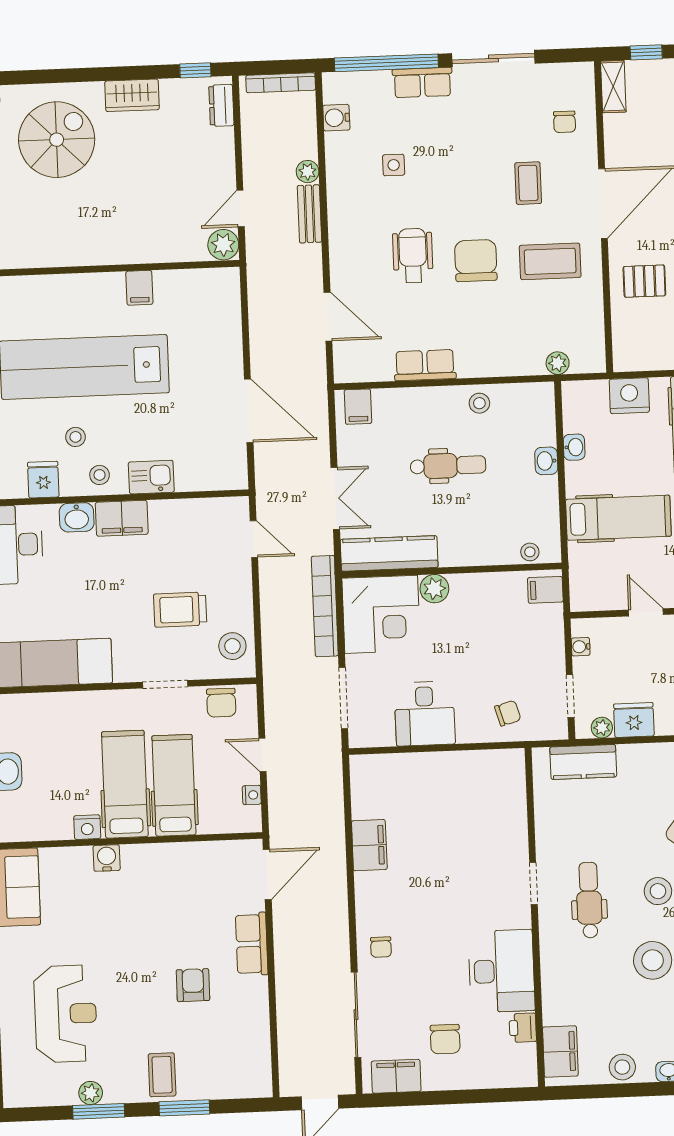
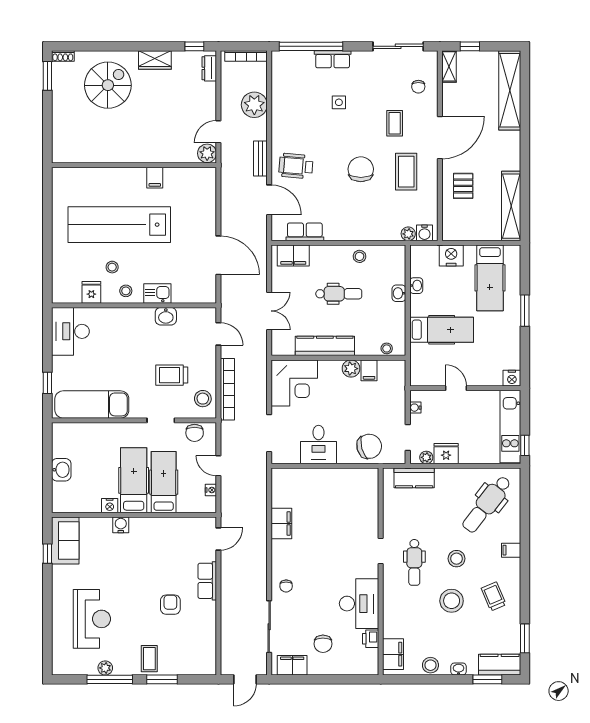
sliding door: (493, 58) -> (398, 46), moved
water cooler: (336, 118) -> (424, 233), moved, turned -90
side table: (394, 165) -> (339, 102), moved
plant: (308, 172) -> (254, 105), width x1.88, depth x1.88
bench: (309, 214) -> (260, 159), moved
wheelchair: (413, 255) -> (296, 166), moved, turned -85
coffee table: (550, 261) -> (406, 172), turned 90
pallet: (644, 281) -> (463, 186), turned 90
row of seats: (425, 365) -> (305, 232), moved
filing cabinet: (358, 407) -> (293, 256), width x2.00
washbasin: (77, 517) -> (166, 316), moved
filing cabinet: (122, 518) -> (138, 318), removed
kitchen counter: (389, 553) -> (325, 346), moved
plant: (434, 589) -> (351, 369), moved
filing cabinet: (545, 590) -> (369, 370), moved, turned -90
bookcase: (325, 606) -> (227, 389), moved, turned 180
chair: (508, 713) -> (369, 446), width x1.87, depth x1.87
door: (267, 875) -> (218, 539), width x0.73
dental chair: (589, 900) -> (414, 562), turned 180
window: (99, 1111) -> (110, 679), width x1.44

